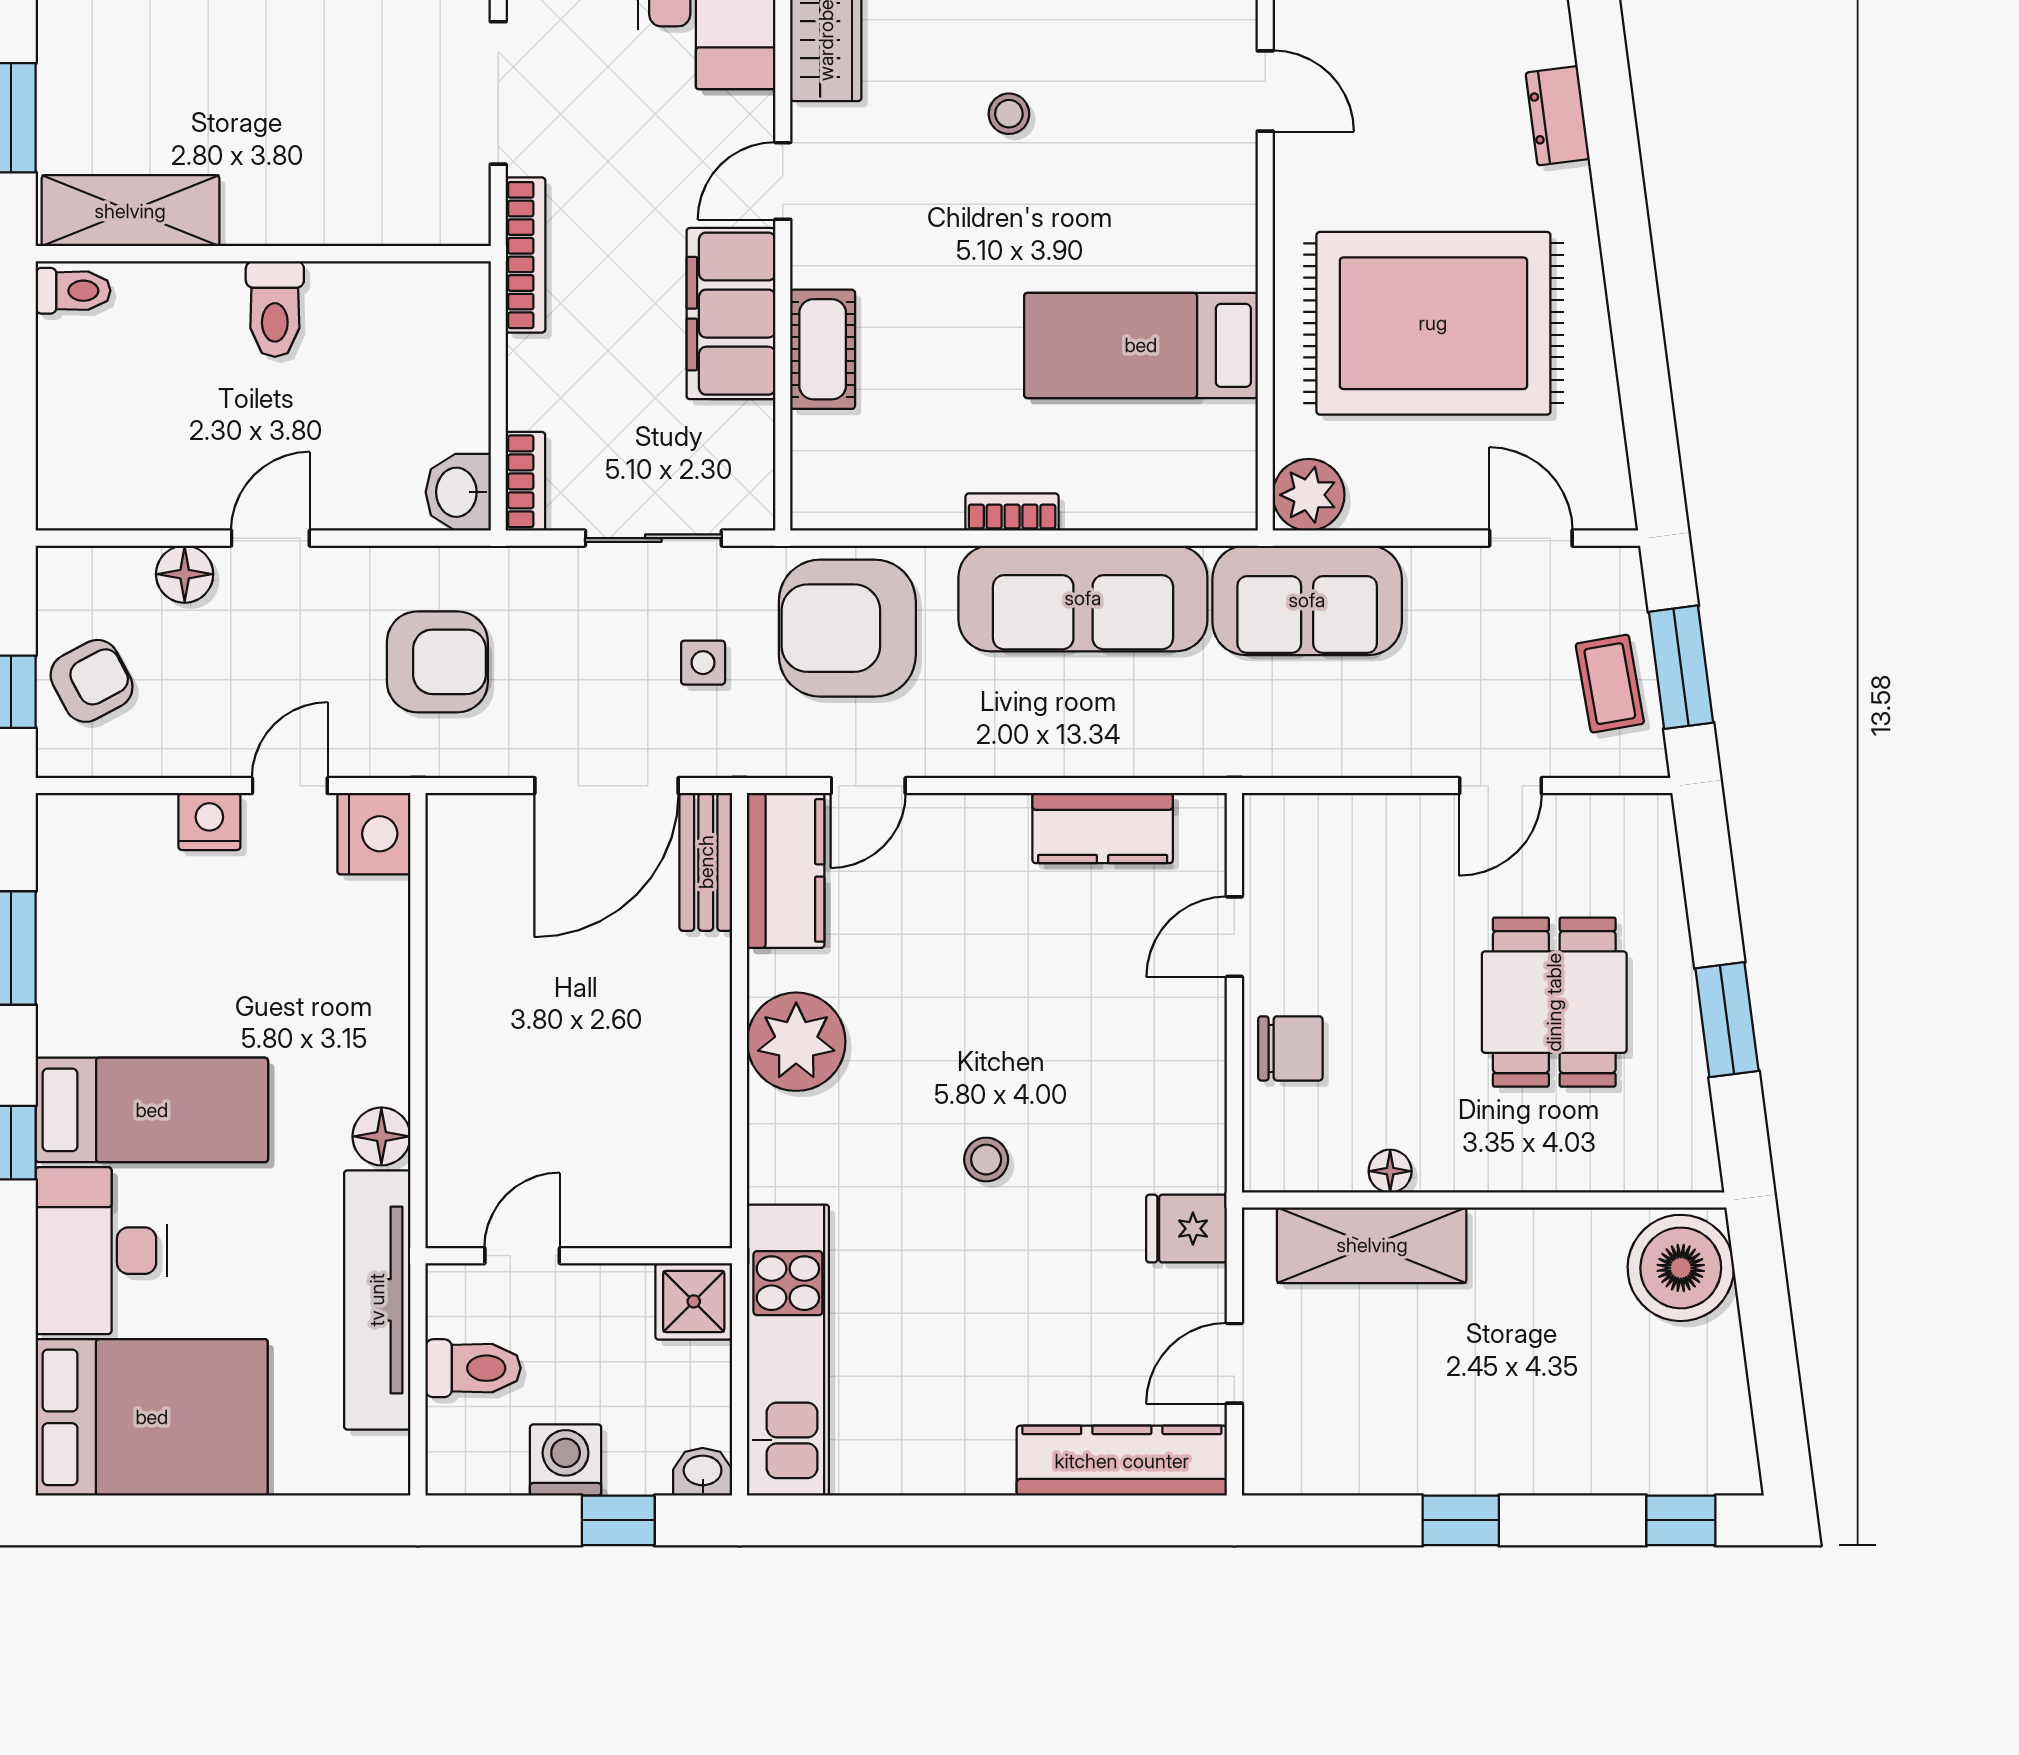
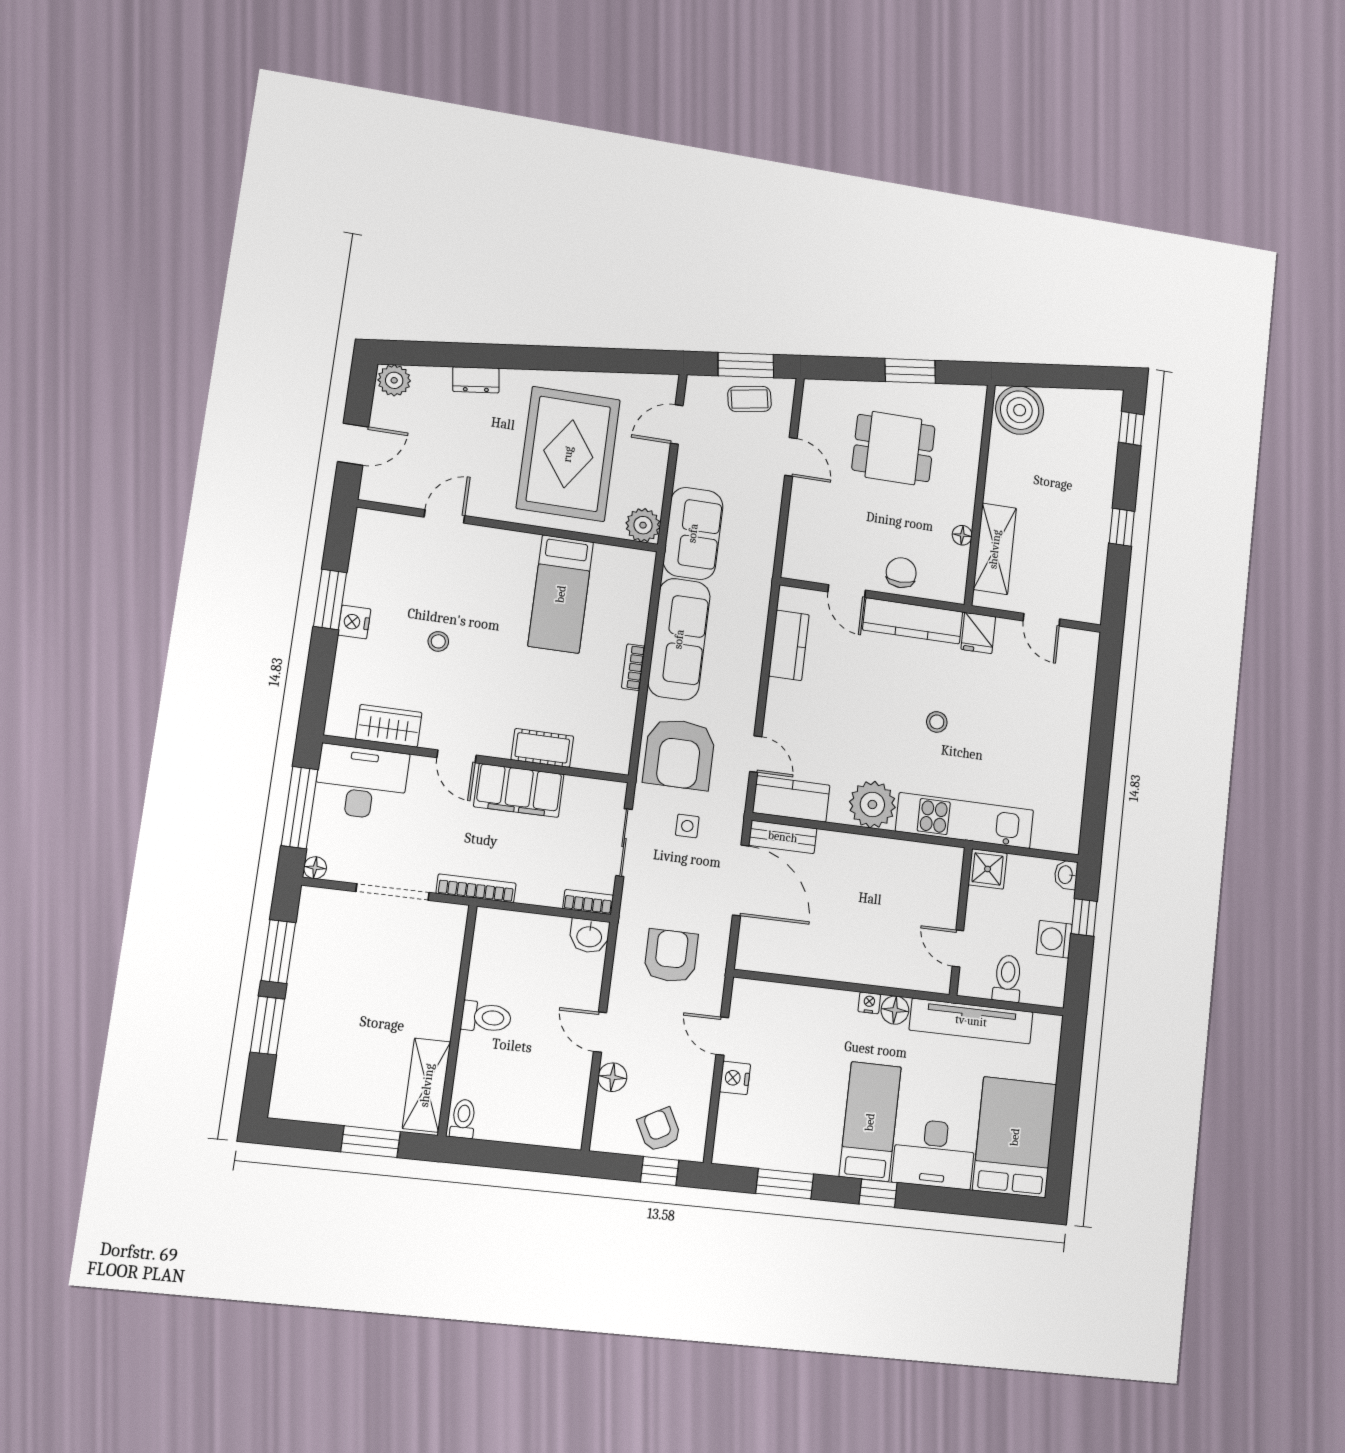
nightstand: (374, 834) -> (869, 1003), moved, width x0.53, depth x0.56
kitchen unit: (788, 1350) -> (965, 821), moved
kitchen counter: (1122, 1461) -> (913, 621), moved, turned -90

